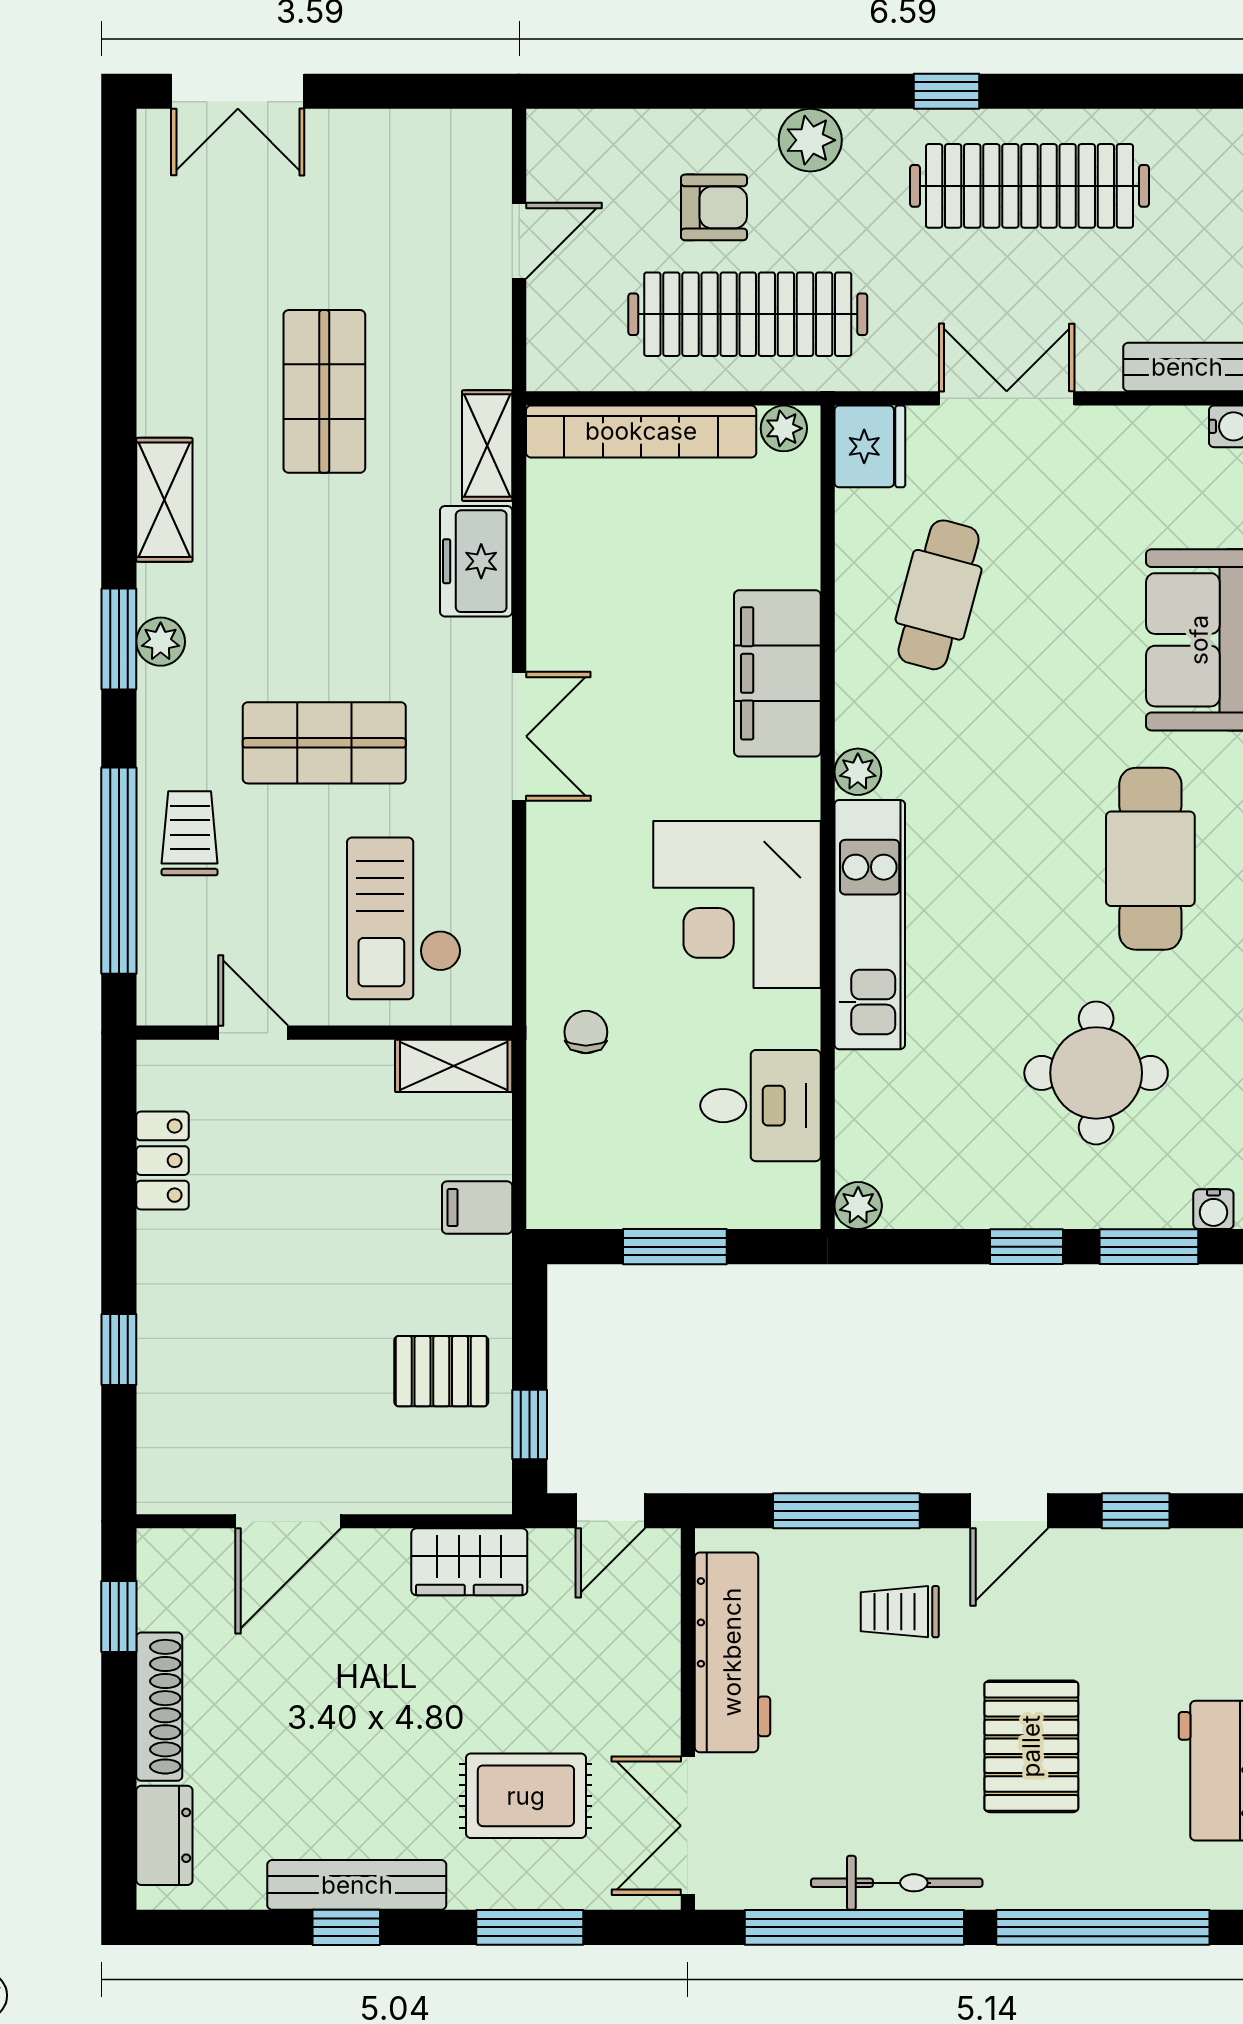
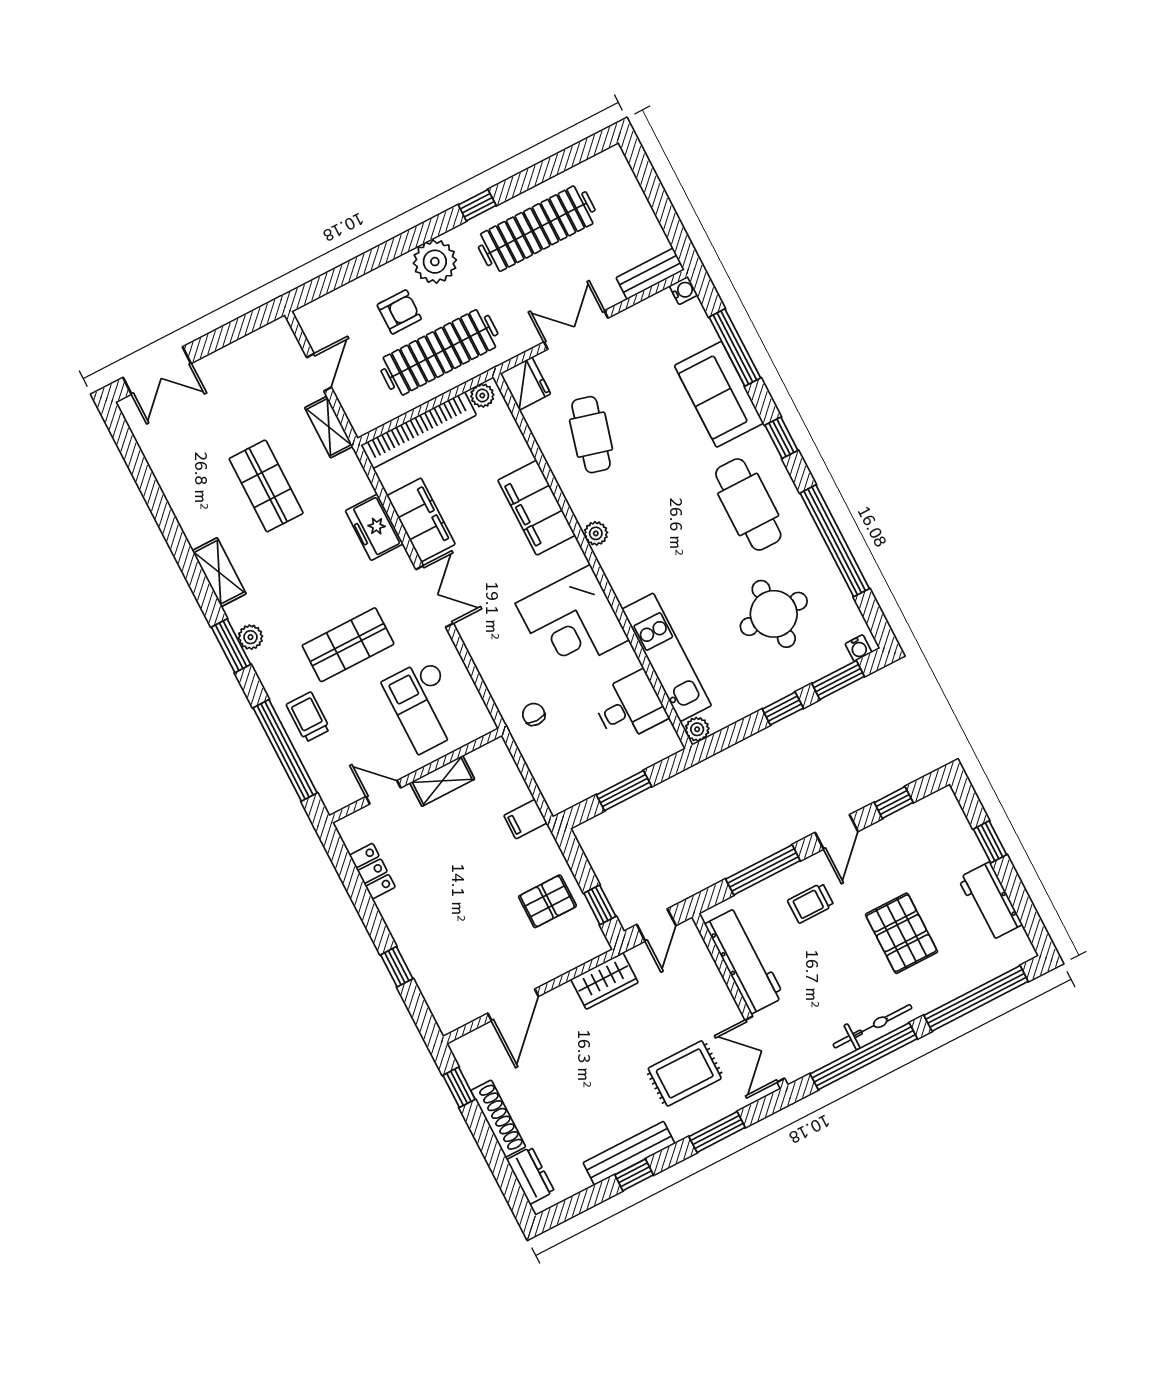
plant: (810, 140) -> (435, 262), width x1.36, depth x1.36
shelving: (487, 446) -> (329, 427), moved
filing cabinet: (564, 591) -> (421, 520), added
kitchen unit: (870, 925) -> (667, 657), moved
shelving: (454, 1066) -> (442, 781), moved

